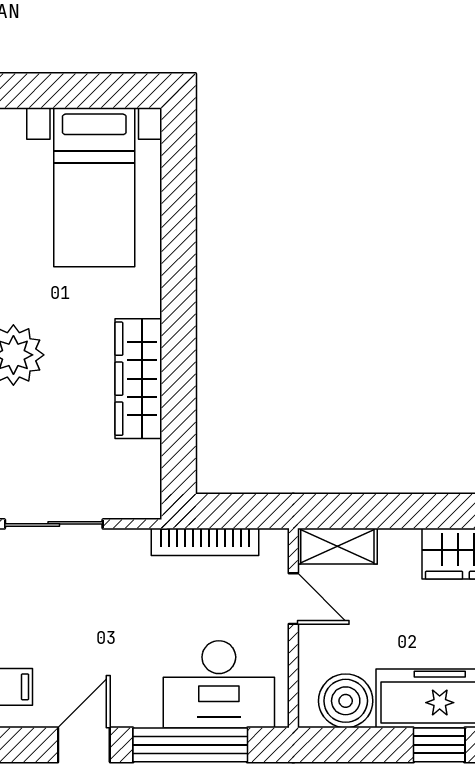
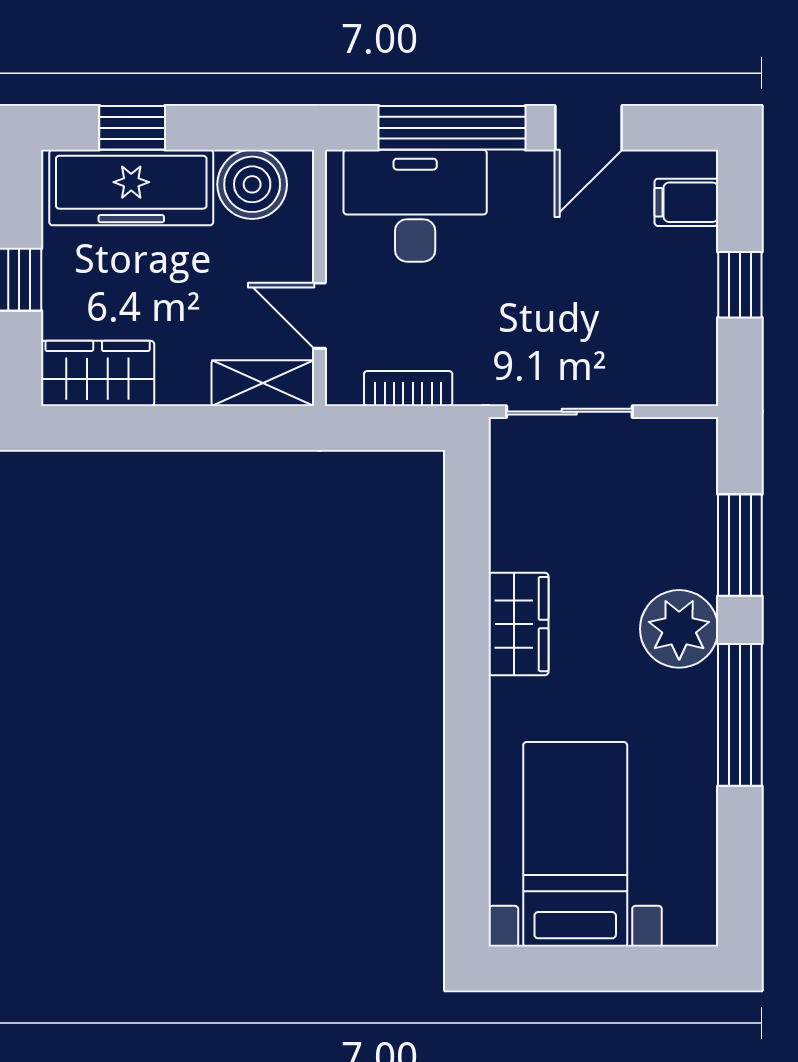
wardrobe: (138, 379) -> (519, 624), width x0.67
sliding door: (54, 524) -> (569, 412), moved
bookcase: (205, 542) -> (408, 389), width x0.64

